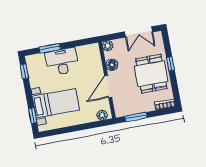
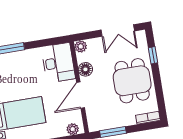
desk: (62, 61) -> (58, 63), moved, turned 90
window: (170, 64) -> (153, 55), moved

